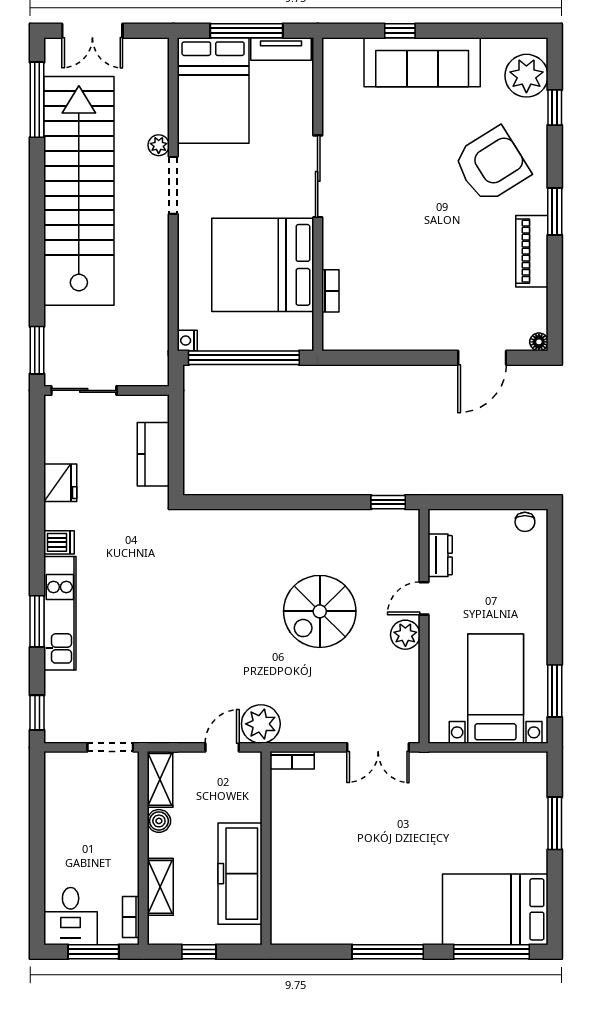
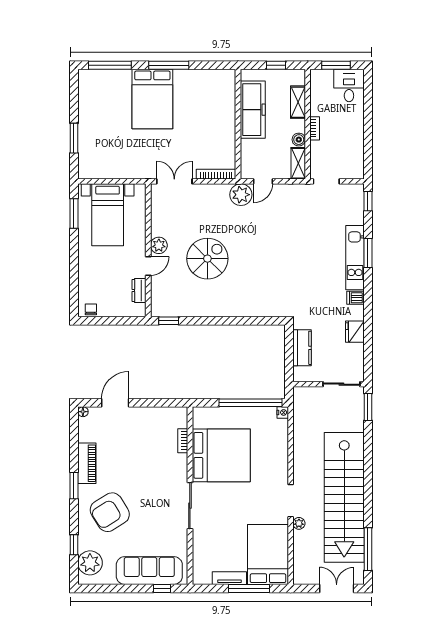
sliding door: (318, 176) -> (190, 506), moved
wall: (318, 194) -> (190, 496), moved
bed: (263, 265) -> (221, 455), moved
bookcase: (330, 291) -> (183, 441), moved
bookcase: (292, 760) -> (216, 174), width x1.56
bed: (495, 909) -> (152, 99), moved, turned 90
bookcase: (131, 917) -> (315, 128), moved

